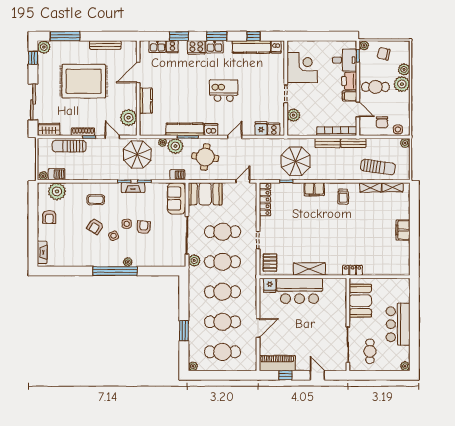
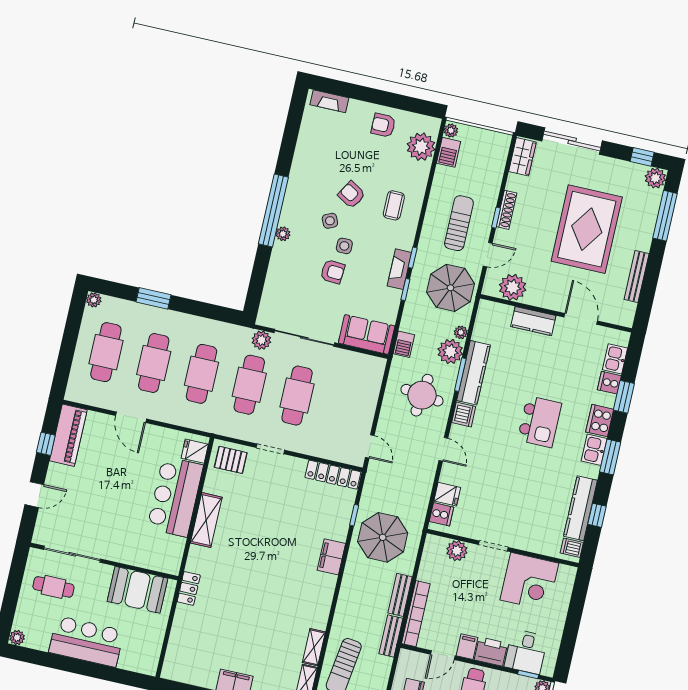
kitchen island: (224, 91) -> (539, 422), moved
sun lounger: (69, 146) -> (459, 223), moved
booth: (205, 194) -> (363, 381), removed
trolley: (343, 197) -> (309, 600), removed

